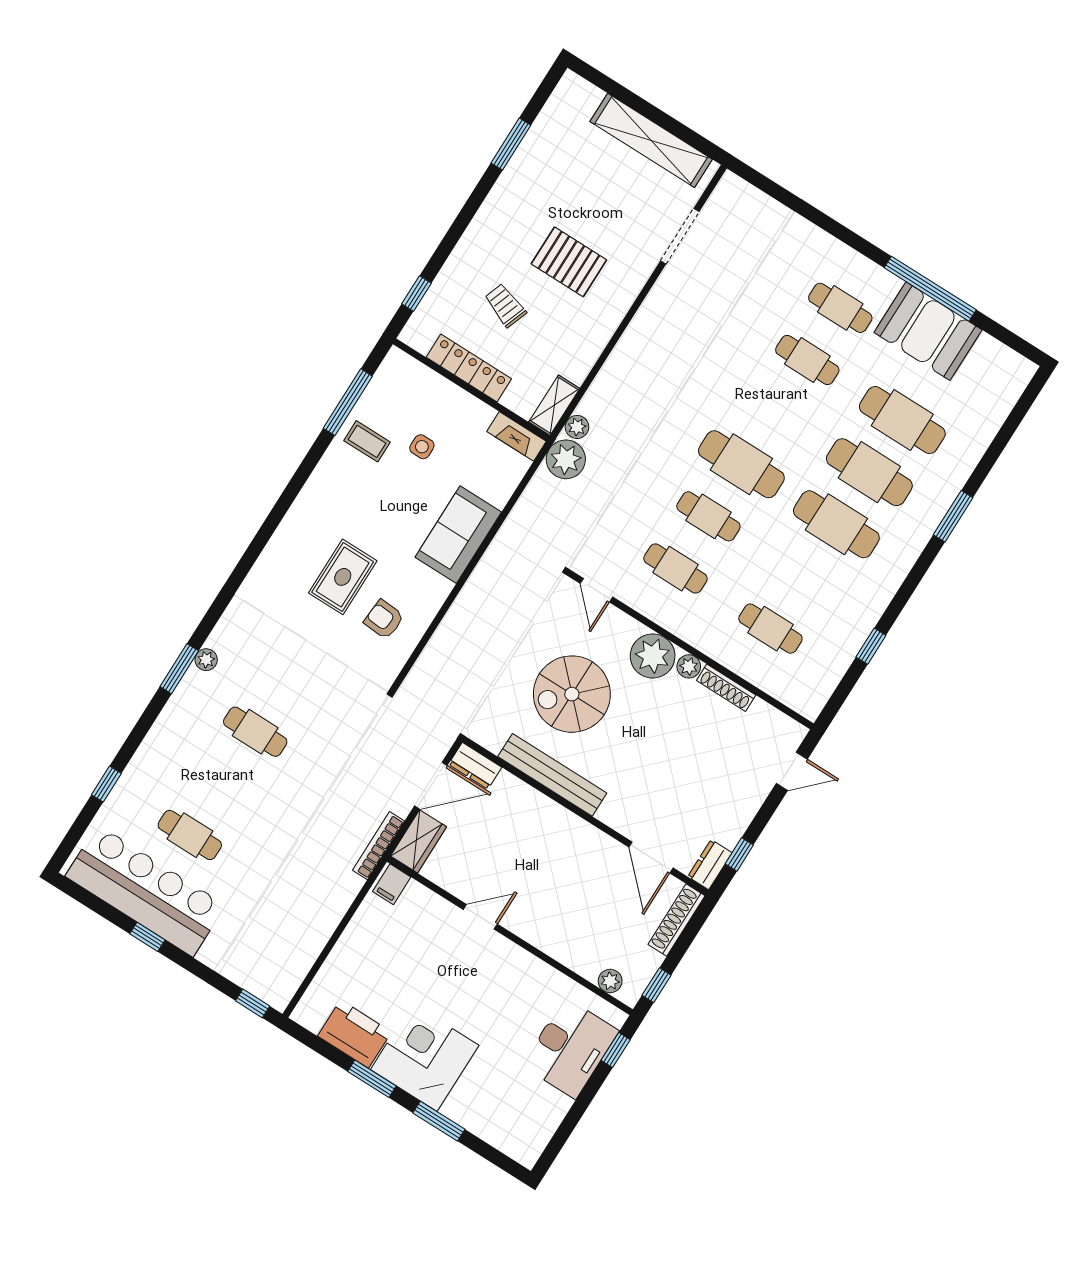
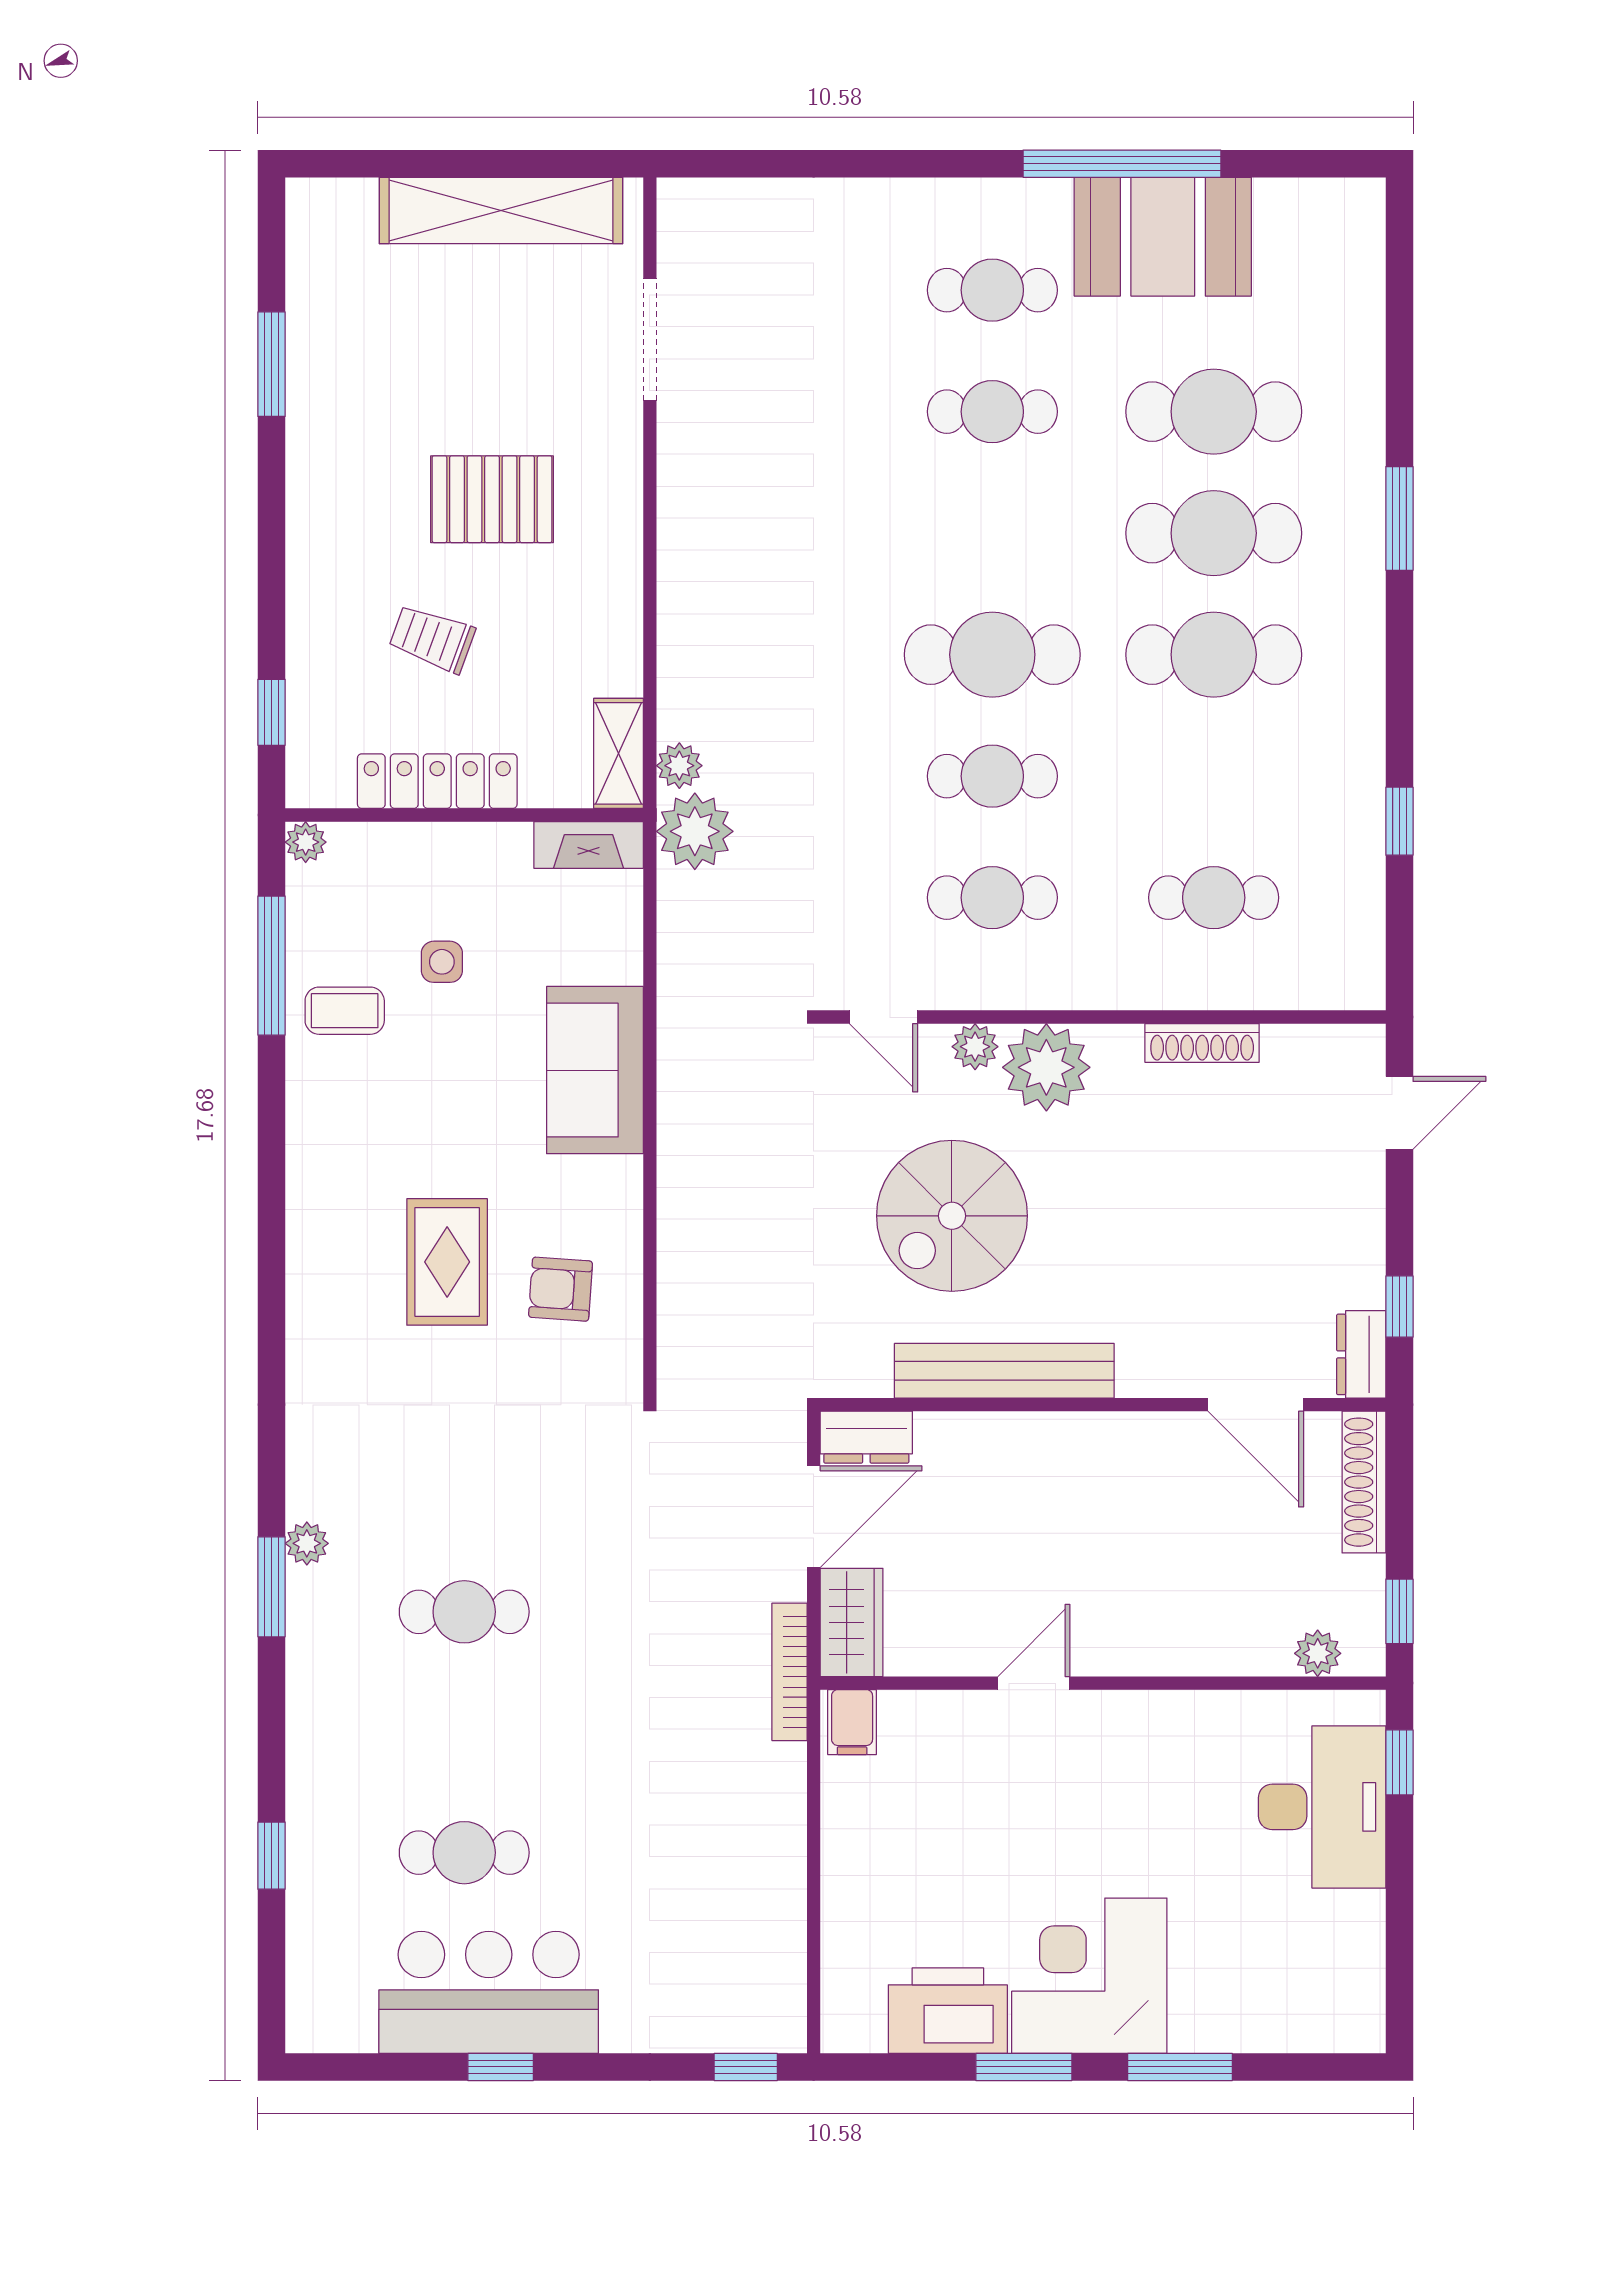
plant: (396, 358) -> (306, 842), added
plant: (689, 666) -> (975, 1047), moved
bar counter: (145, 891) -> (489, 1992), width x0.73

